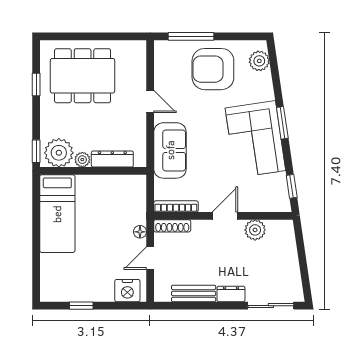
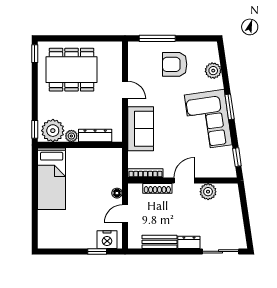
plant: (259, 61) -> (213, 71), moved
armchair: (213, 69) -> (175, 64), width x0.73, depth x0.73
window: (36, 84) -> (35, 54), moved
shoe rack: (172, 226) -> (157, 188), moved
window: (81, 306) -> (97, 251), moved

